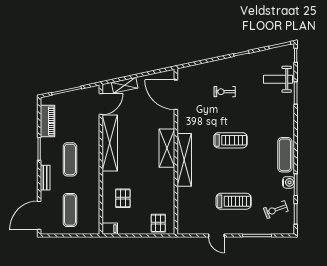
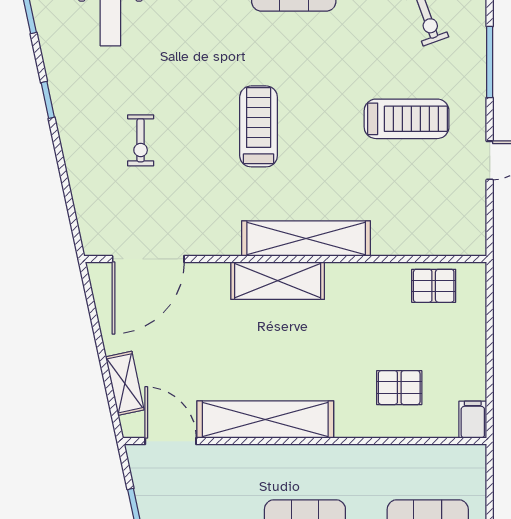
treadmill: (234, 201) -> (407, 119), turned 90
pallet: (158, 223) -> (434, 286), moved

